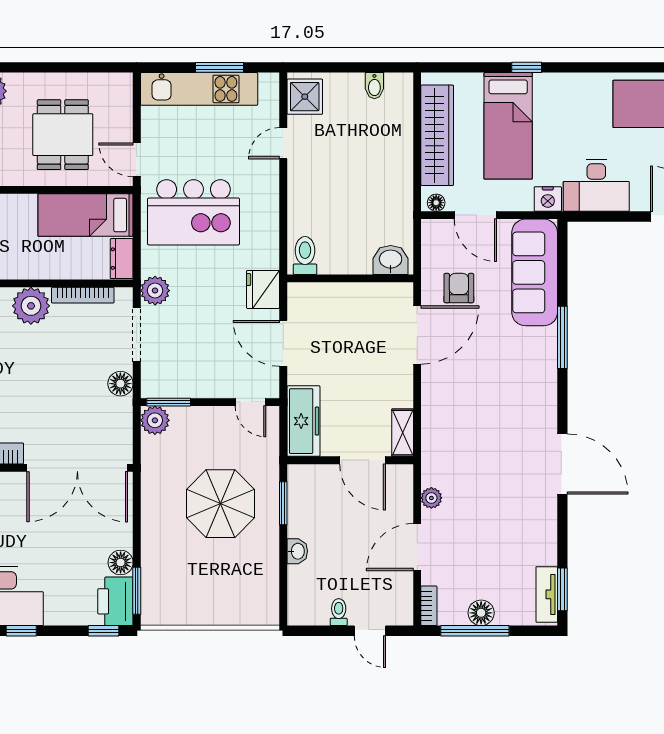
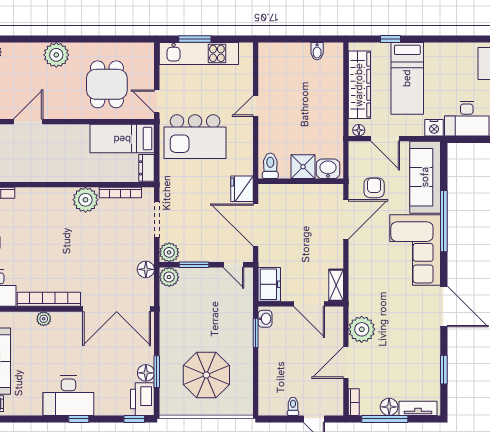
window: (219, 67) -> (195, 39), moved
window: (527, 67) -> (391, 39), moved
shower: (305, 97) -> (303, 167), moved
door: (283, 143) -> (256, 106), moved
plant: (155, 291) -> (169, 252), moved
window: (562, 337) -> (444, 221), width x1.46
door: (283, 343) -> (256, 225), width x1.36
corner sofa: (520, 380) -> (415, 250), added
floor lamp: (120, 384) -> (146, 269), moved
window: (169, 402) -> (194, 265), moved
freezer: (303, 421) -> (269, 284), width x0.71
plant: (431, 498) -> (362, 329), width x1.87, depth x1.87
parasol: (221, 504) -> (206, 375), moved
washbasin: (297, 551) -> (265, 319), moved
window: (562, 589) -> (444, 370), moved
window: (137, 591) -> (157, 372), moved
tv unit: (547, 594) -> (418, 408), moved, turned 90

